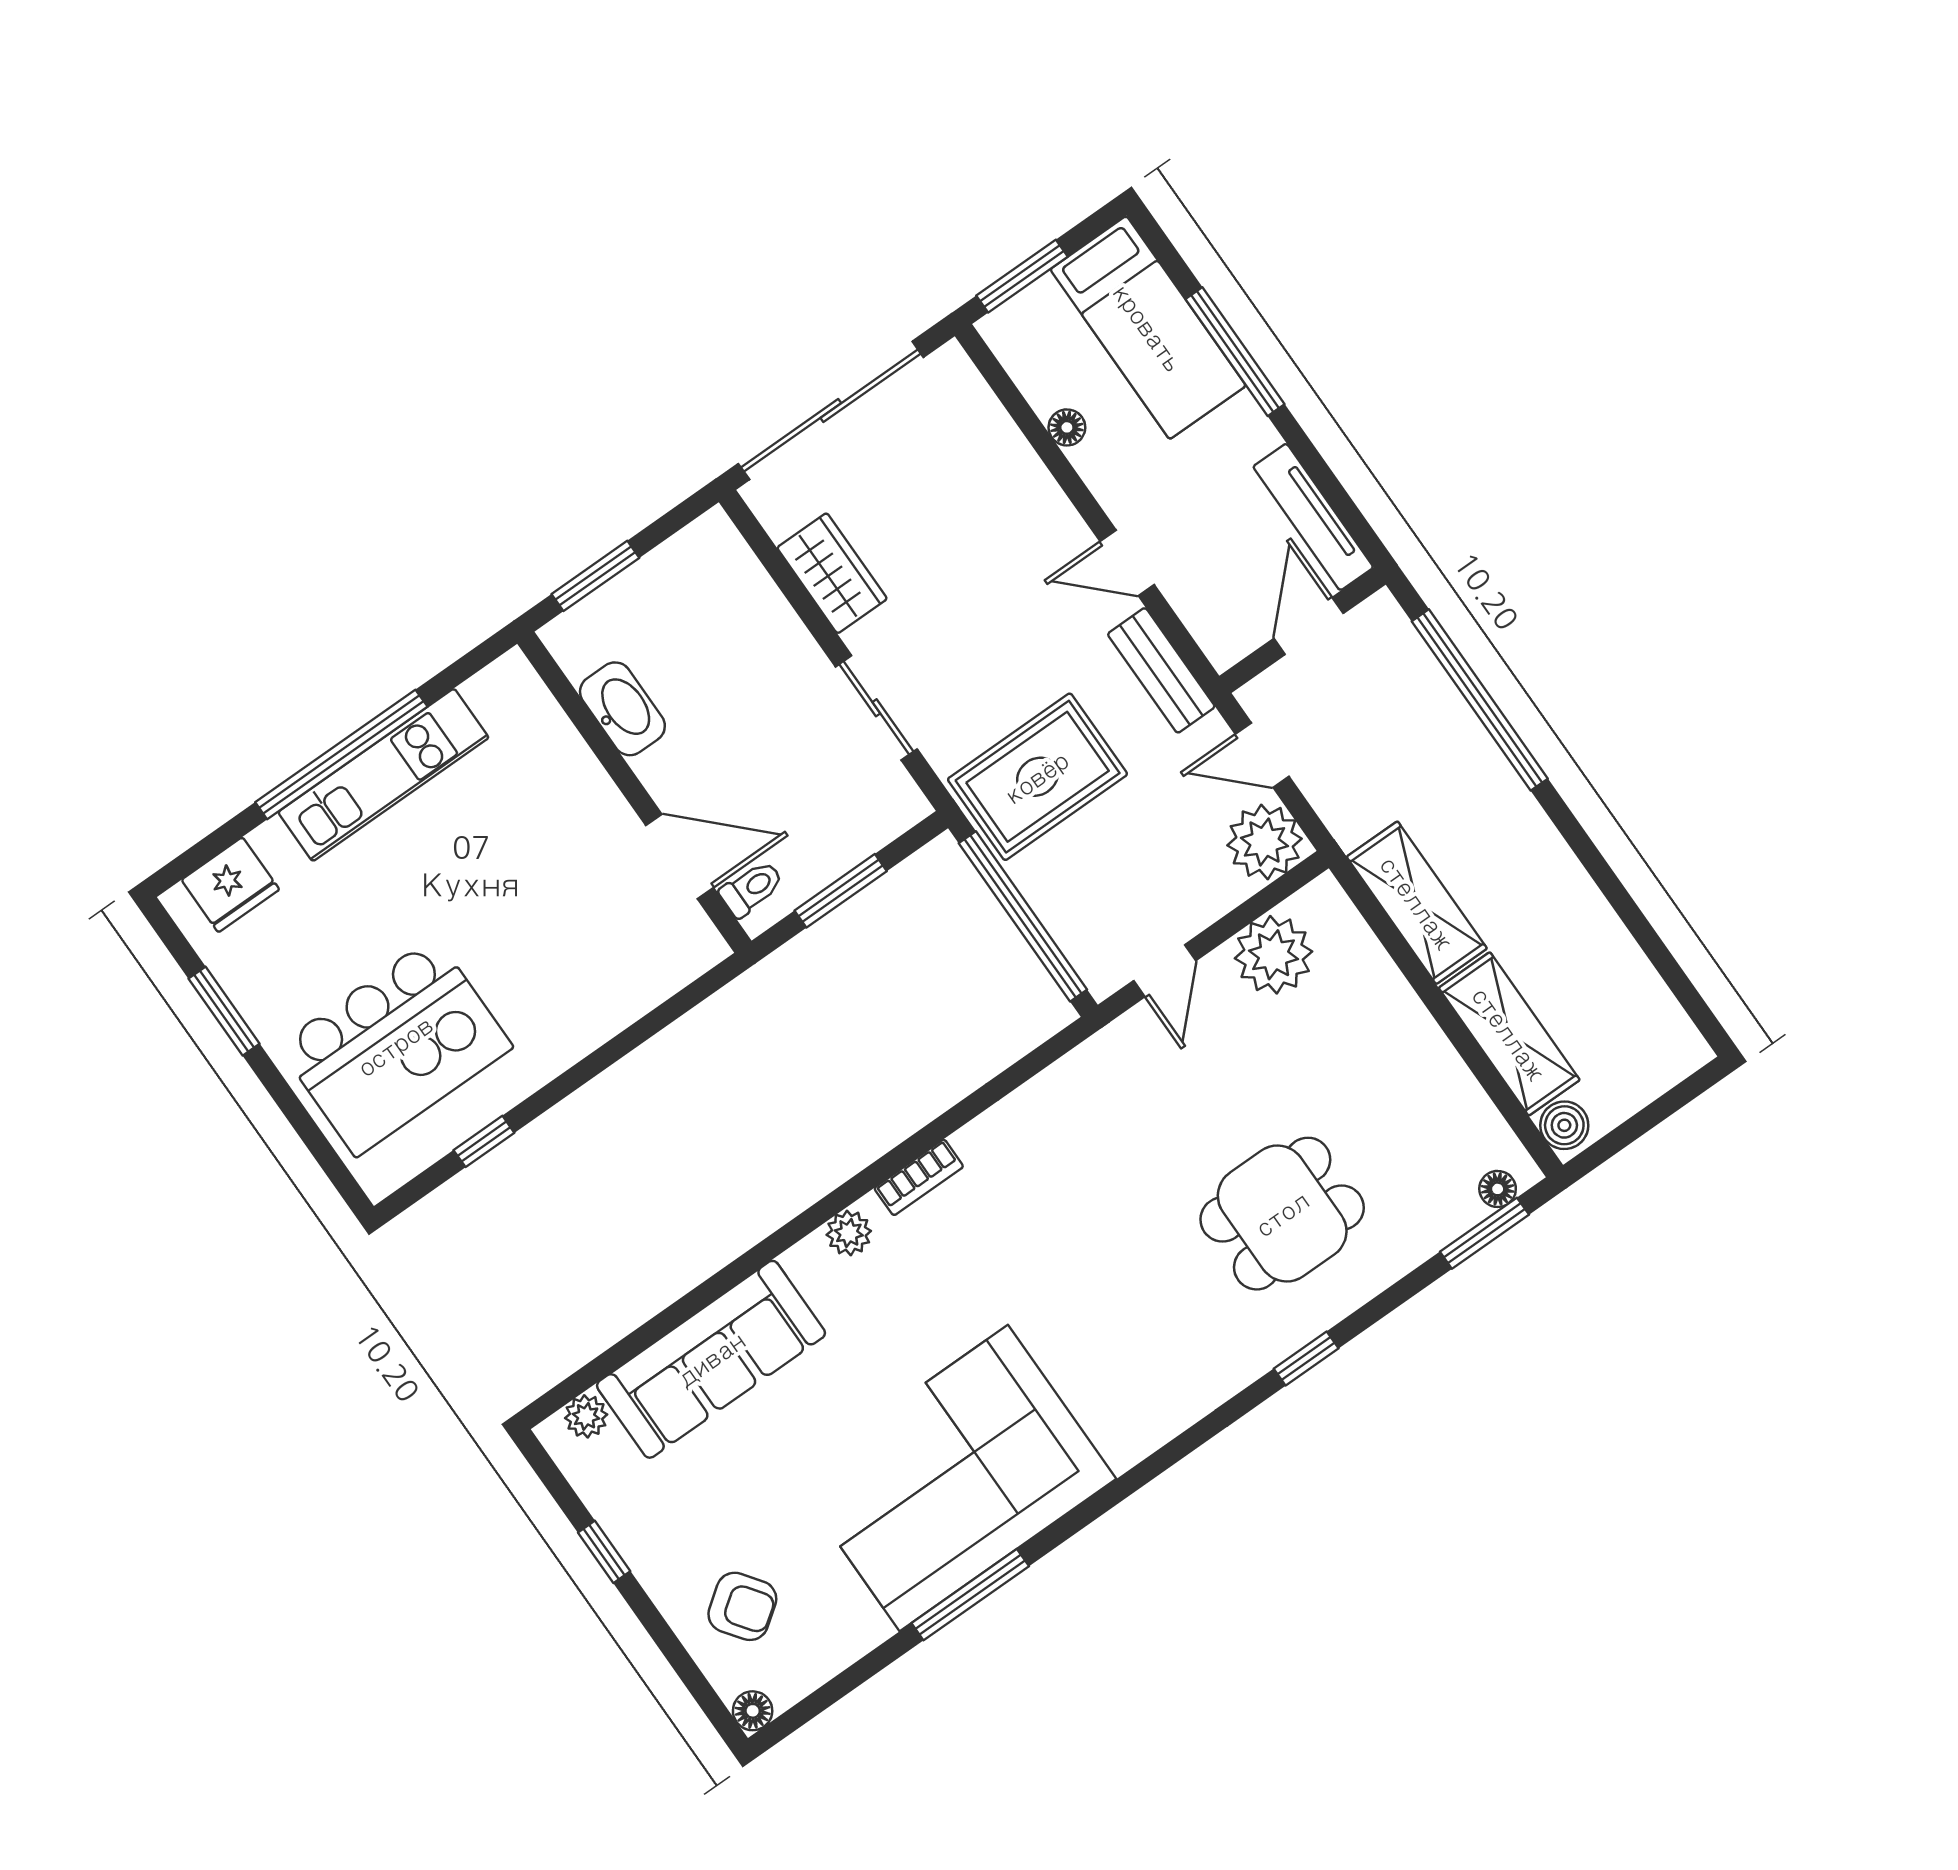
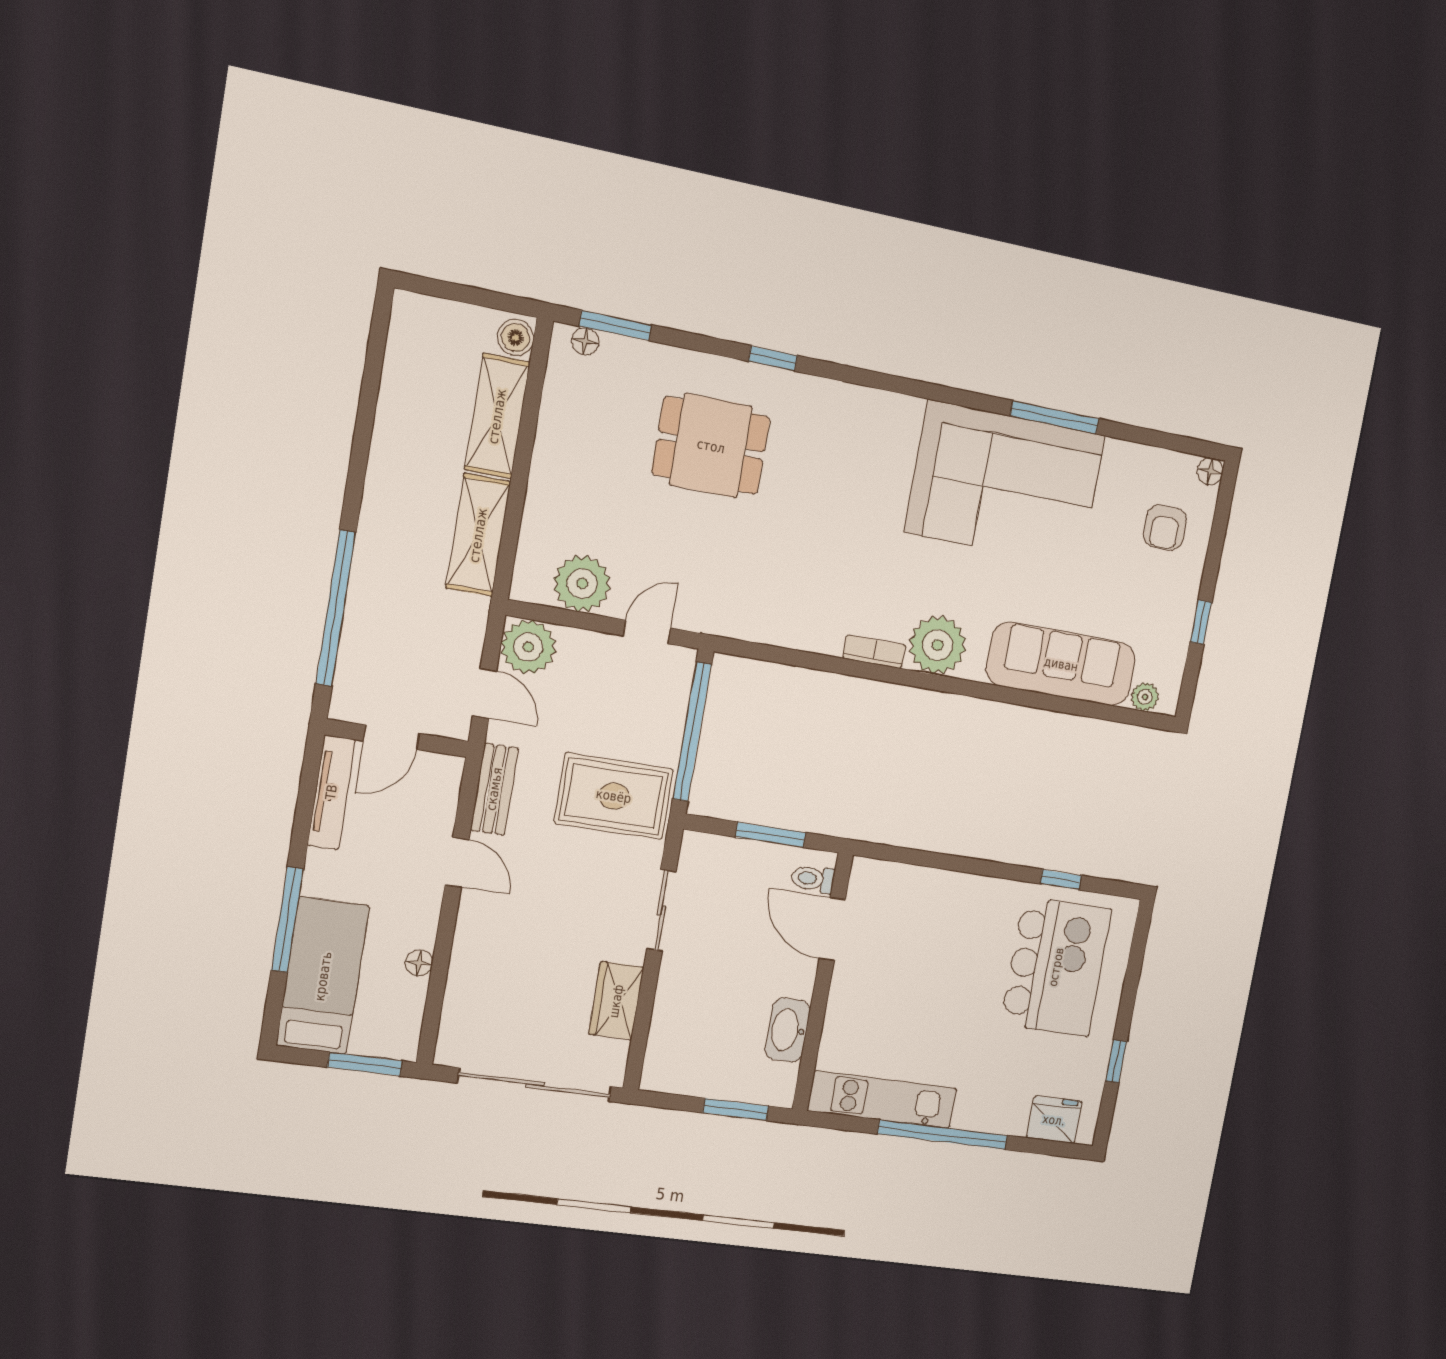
kitchen unit: (383, 775) -> (882, 1100), moved
window: (224, 1011) -> (1116, 1061), width x0.67
kitchen island: (395, 1046) -> (1056, 967), turned 90
plant: (849, 1233) -> (938, 645), width x1.88, depth x1.88
armchair: (742, 1606) -> (1165, 527), turned -144

